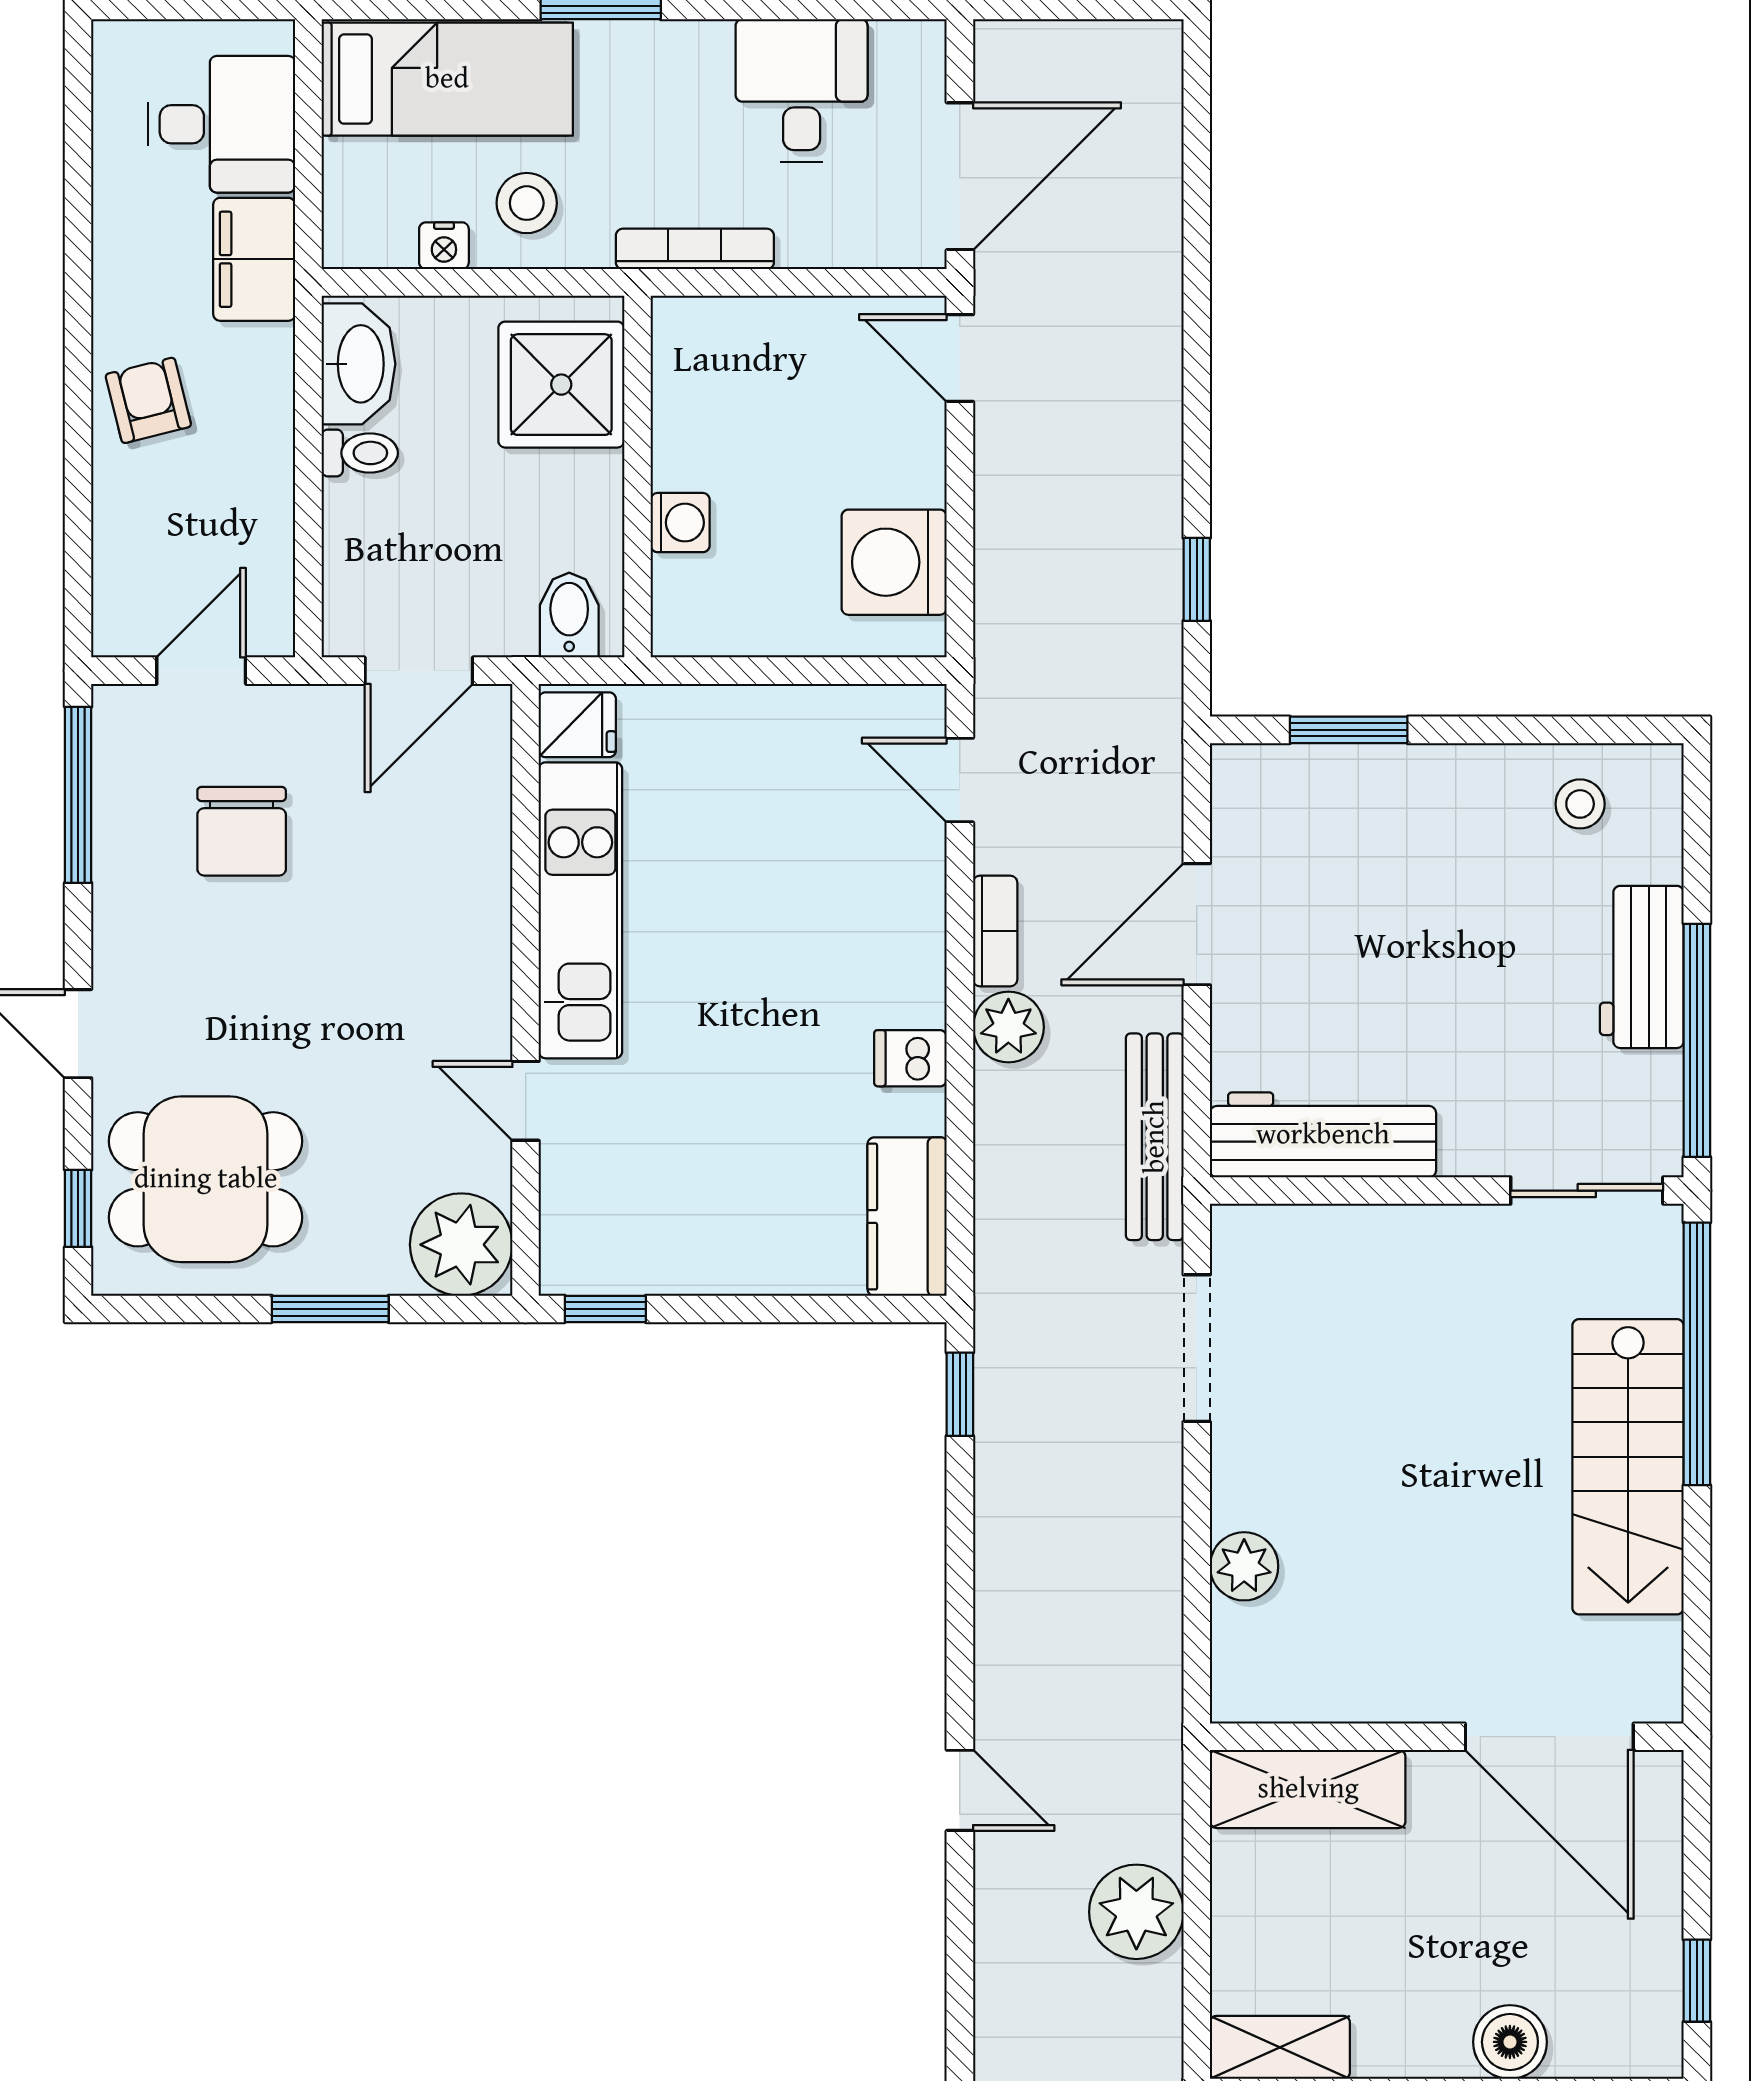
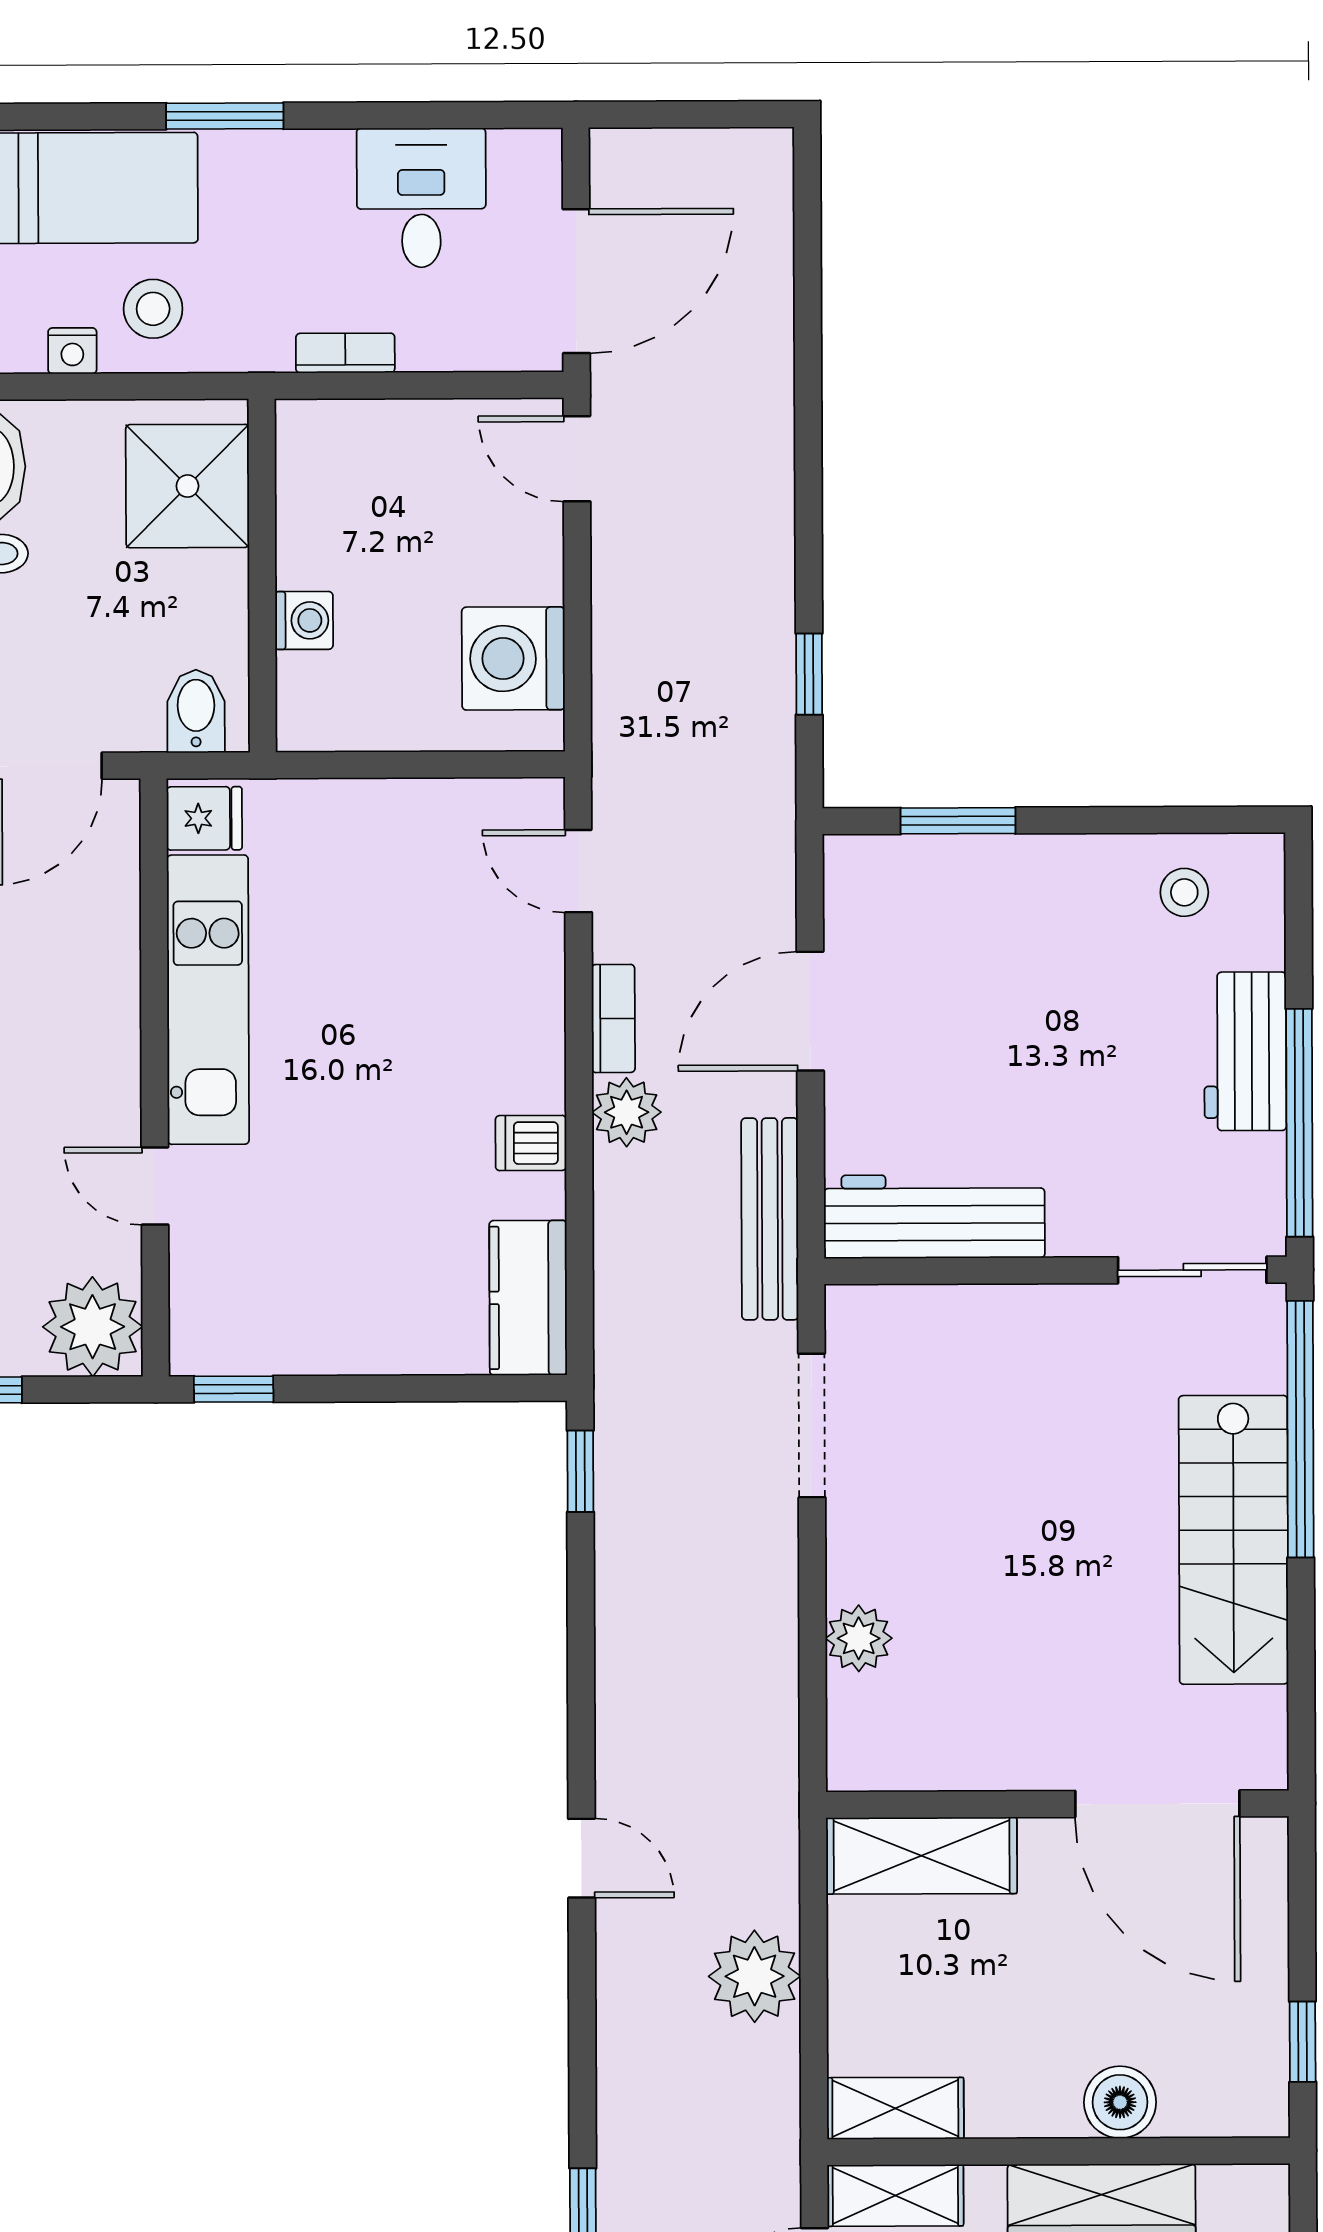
bookcase: (695, 249) -> (345, 353), width x0.64

